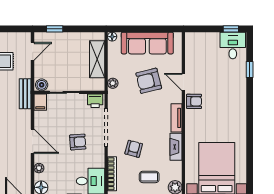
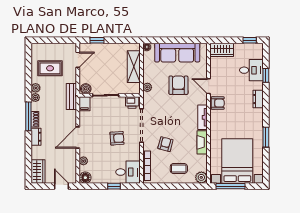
wardrobe: (199, 40) -> (222, 50), added
desk: (233, 46) -> (251, 70), moved, turned 90
armchair: (149, 81) -> (178, 85), turned 104
dresser: (241, 97) -> (258, 99), added
door: (33, 141) -> (78, 138), swing flipped
window: (250, 141) -> (266, 137), added

